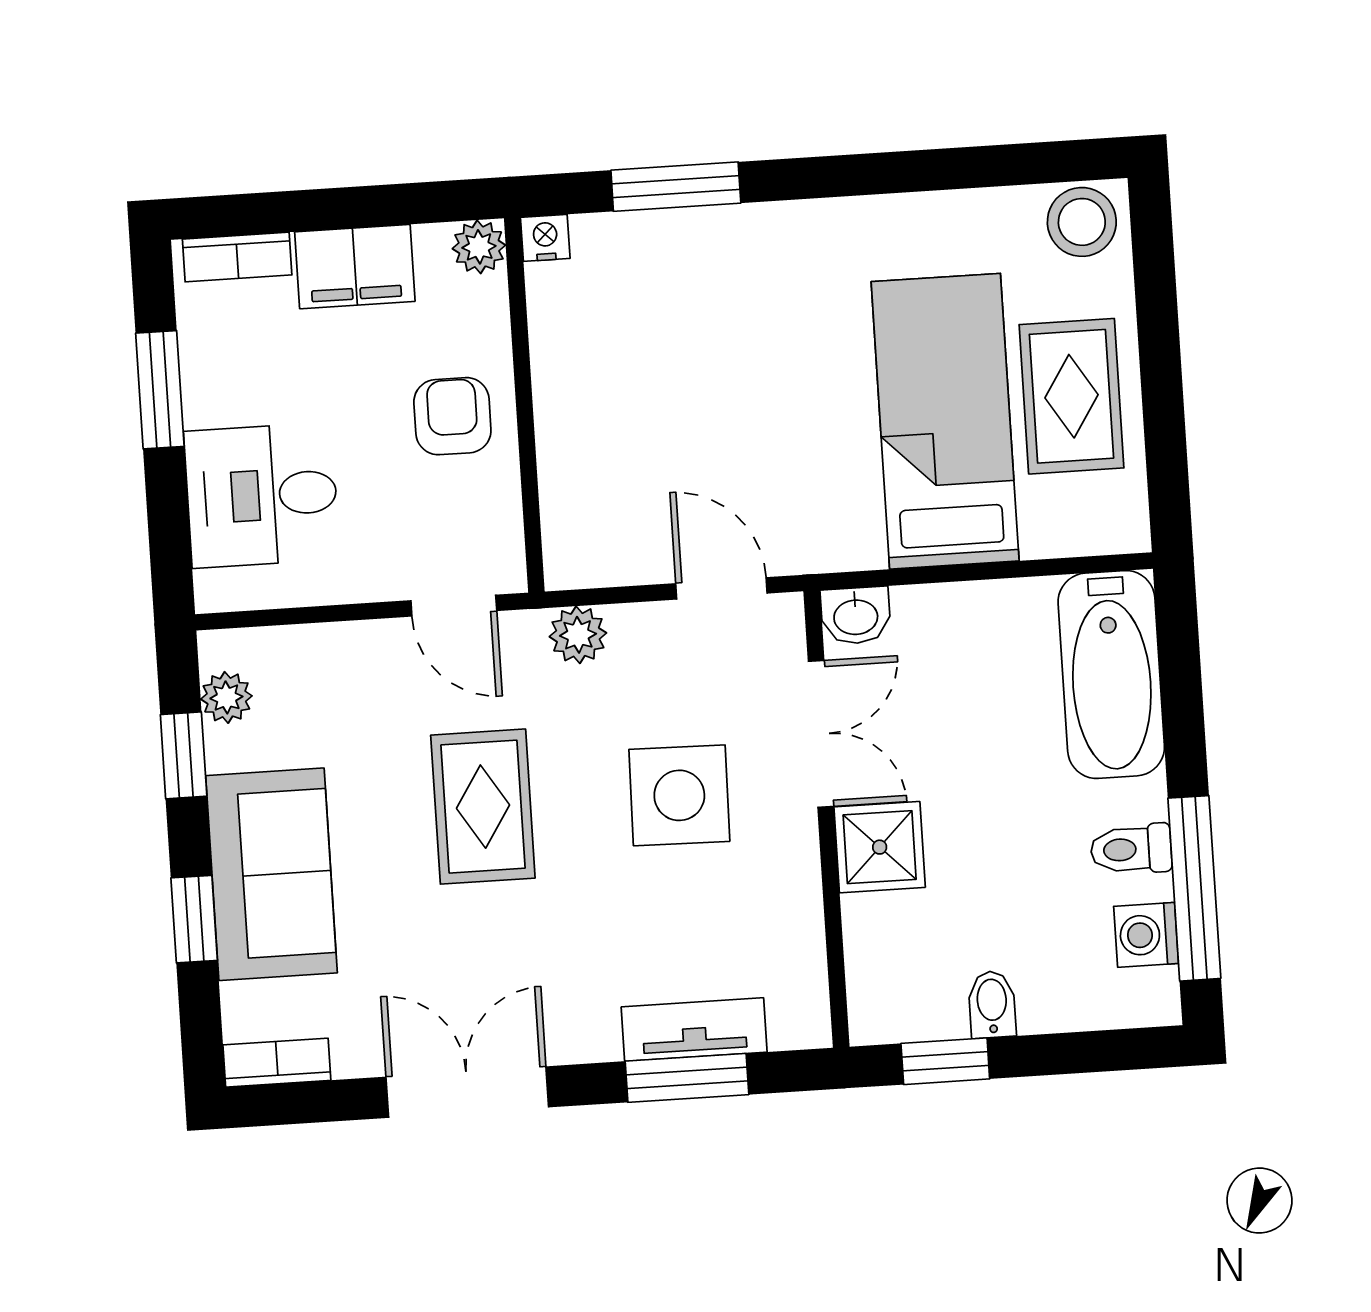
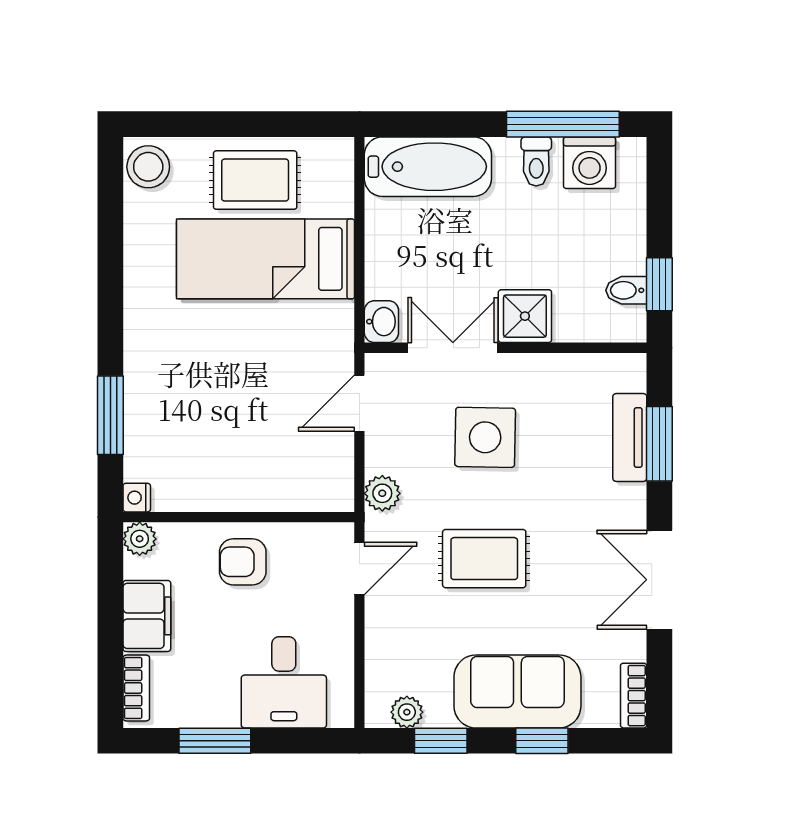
washing machine: (1146, 935) -> (590, 163), width x1.38, depth x1.38
bidet: (992, 1004) -> (626, 290), moved

